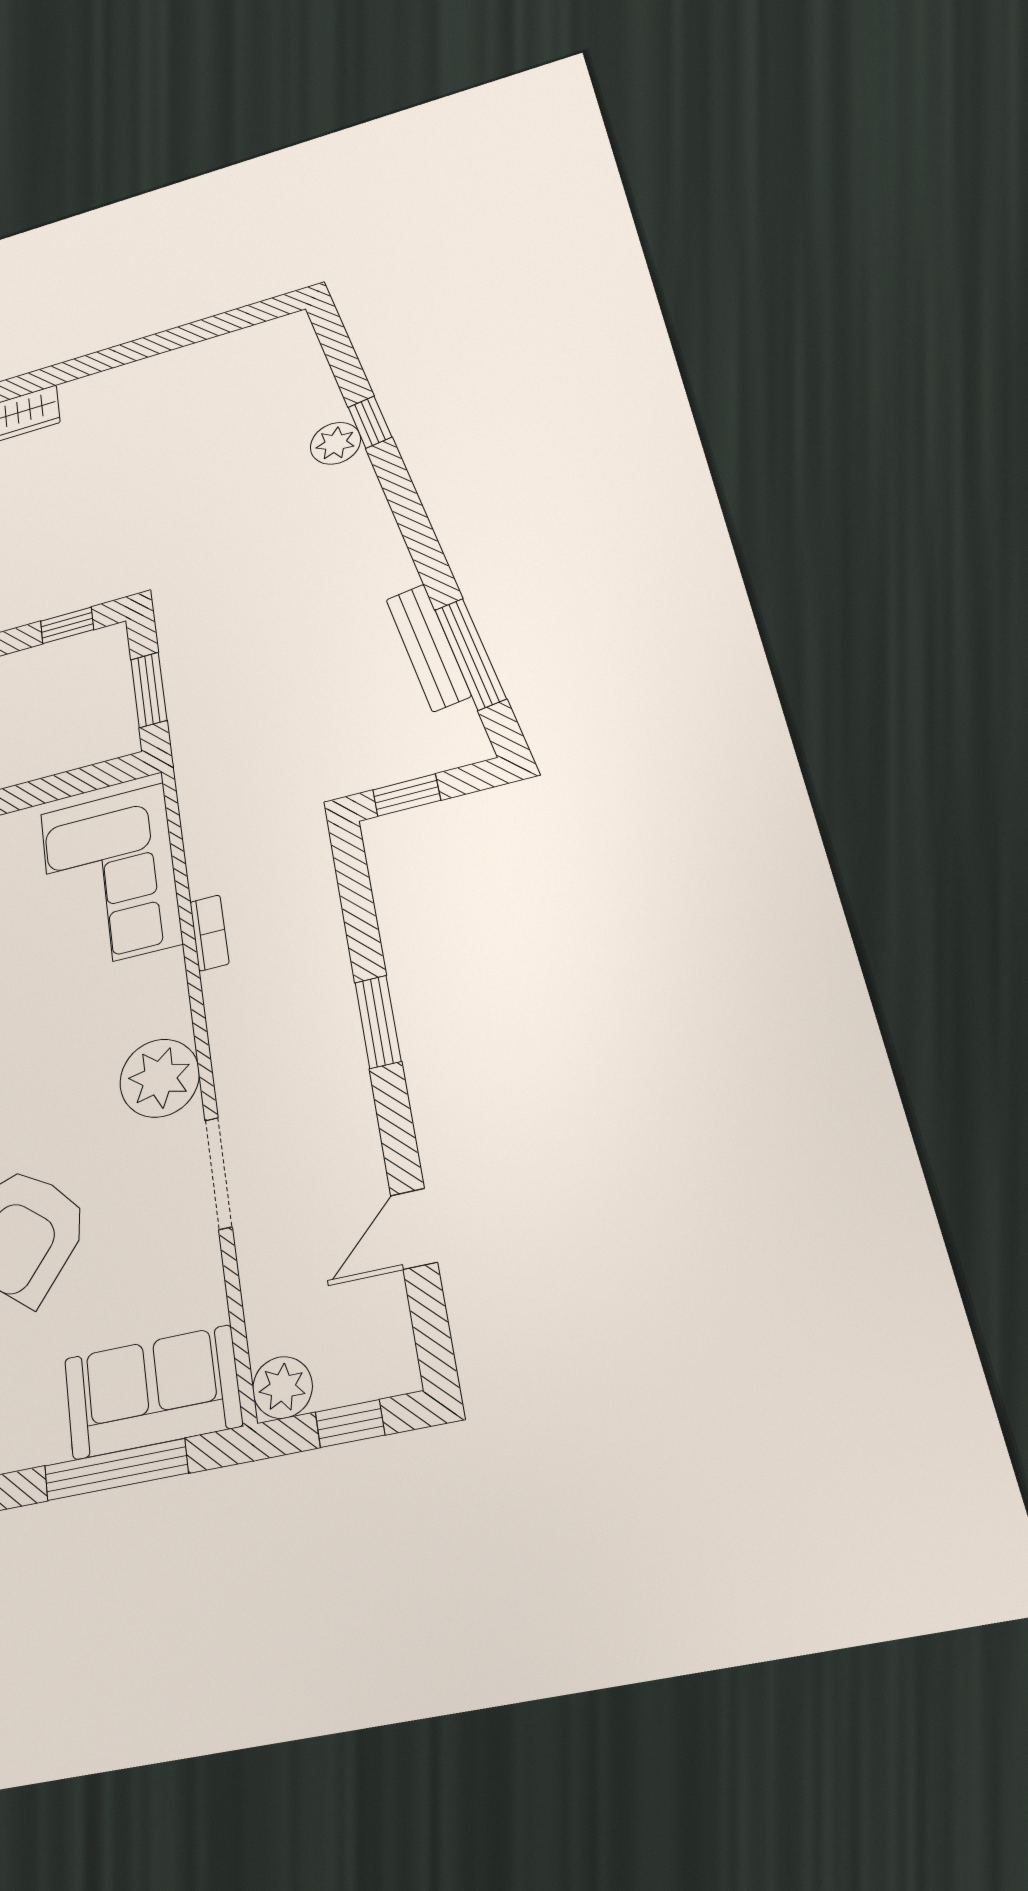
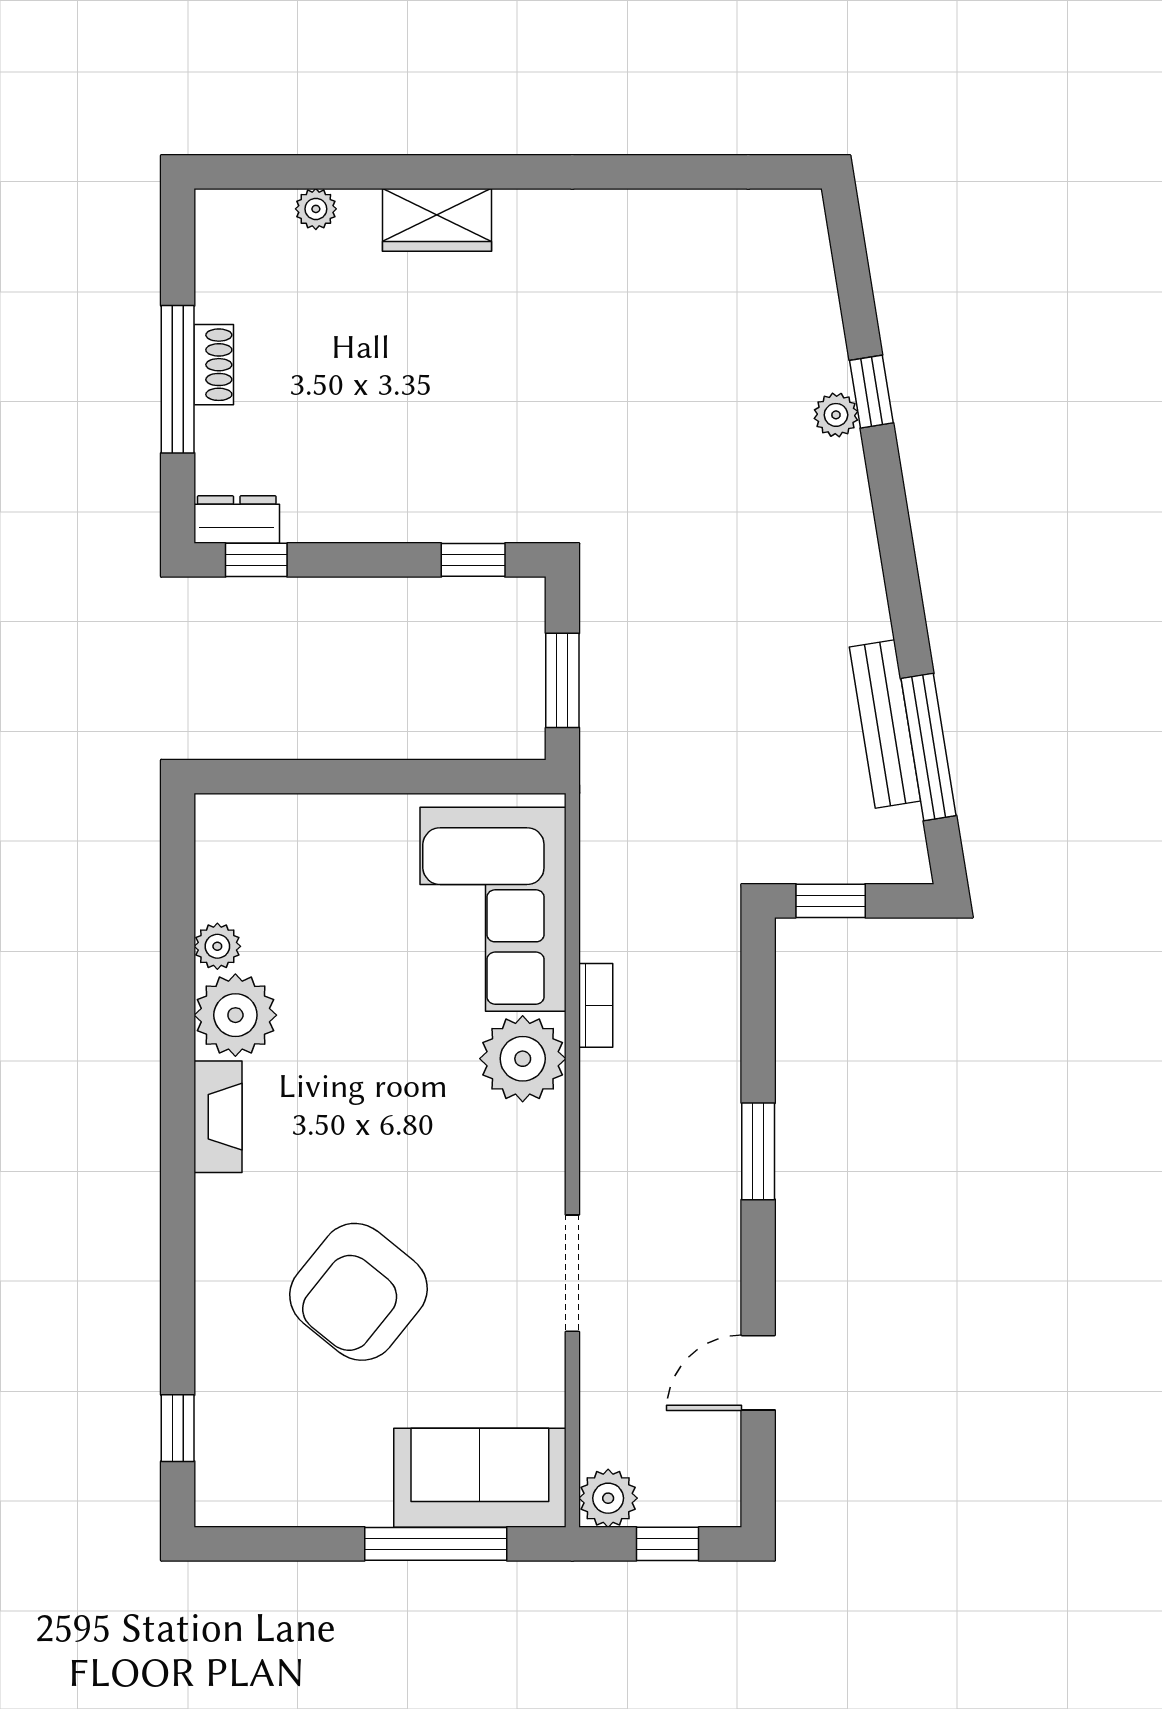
plant: (335, 443) -> (836, 415), width x0.73, depth x0.73
plant: (160, 1078) -> (523, 1059), moved

